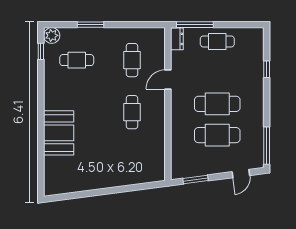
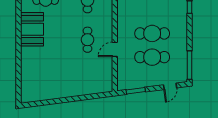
door: (168, 80) -> (115, 49), moved
booth: (59, 133) -> (32, 29), moved

